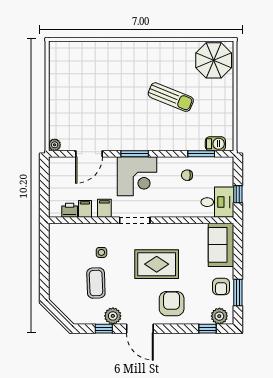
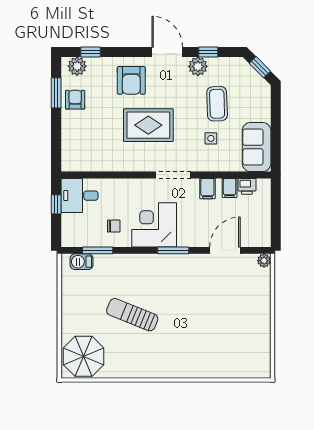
corner desk: (137, 176) -> (154, 225), moved
sofa: (221, 245) -> (257, 147), moved, turned 180
window: (58, 315) -> (260, 67), added

